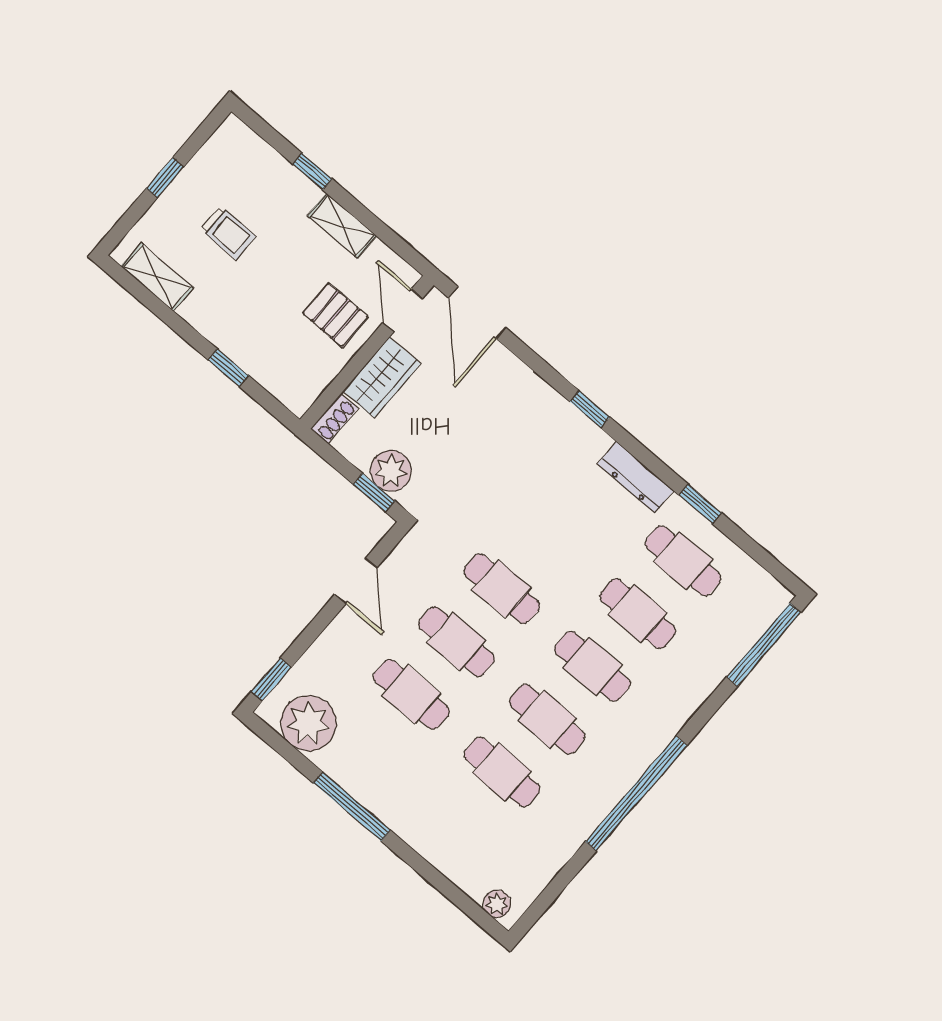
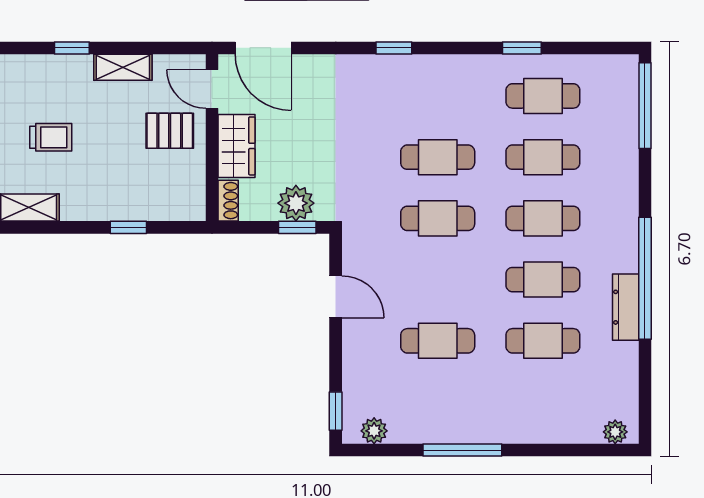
dresser: (636, 477) -> (626, 307), moved, turned 90
cafe table: (457, 641) -> (438, 157), moved
plant: (308, 723) -> (374, 431), width x0.53, depth x0.53

